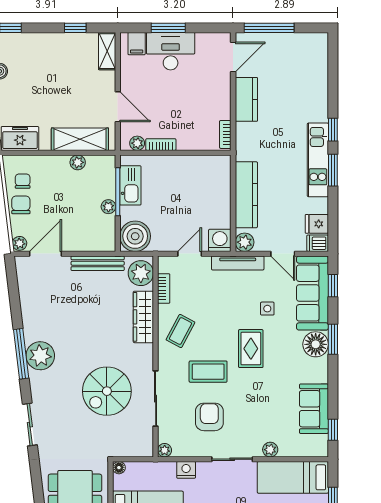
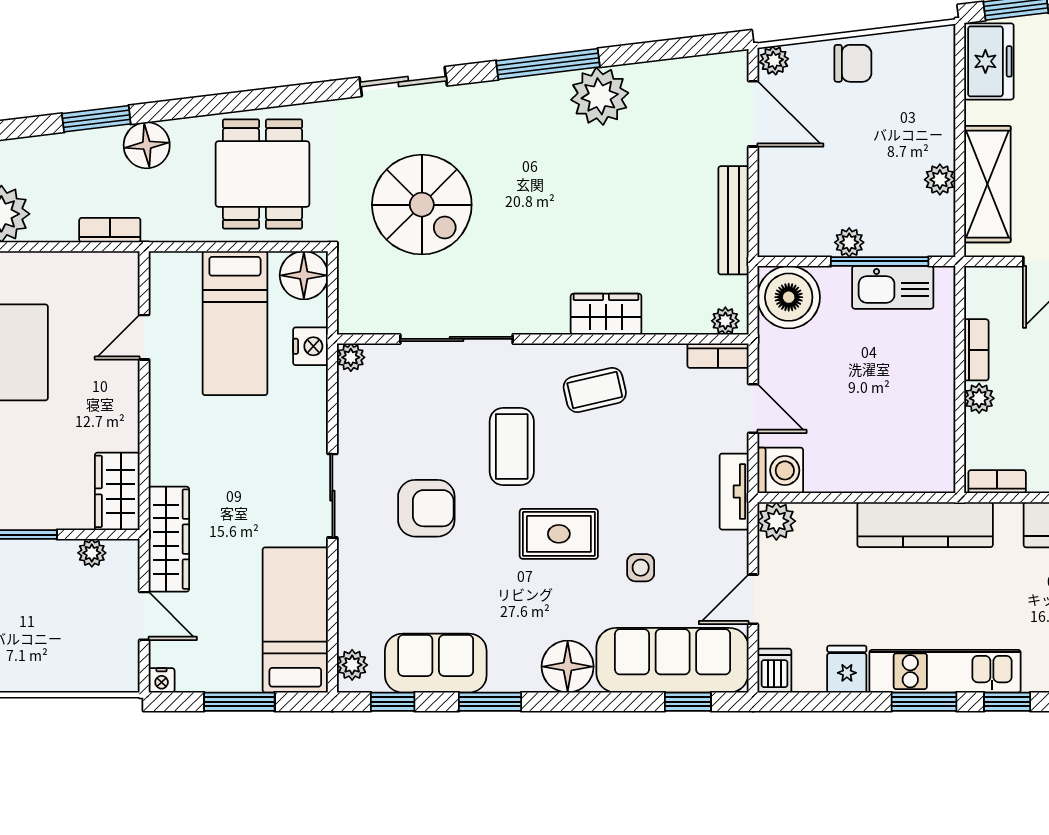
plant: (137, 143) -> (979, 398), moved
chair: (23, 181) -> (901, 67), removed
kitchen counter: (246, 195) -> (925, 525), moved
fridge: (317, 224) -> (847, 669), moved
tv unit: (238, 263) -> (734, 492), width x0.71
plant: (141, 273) -> (725, 321), width x0.53, depth x0.53
bookcase: (164, 288) -> (718, 356), moved
wardrobe: (143, 317) -> (606, 314), width x0.67
coffee table: (180, 331) -> (595, 390), turned -41
window: (333, 339) -> (490, 702), moved
plant: (40, 356) -> (600, 96), moved
spiral stairs: (107, 391) -> (422, 205), moved, turned 180
armchair: (209, 417) -> (426, 508), moved
plant: (270, 450) -> (352, 665), moved
floor lamp: (119, 468) -> (304, 275), width x1.89, depth x1.89
nightstand: (186, 470) -> (311, 346), moved

